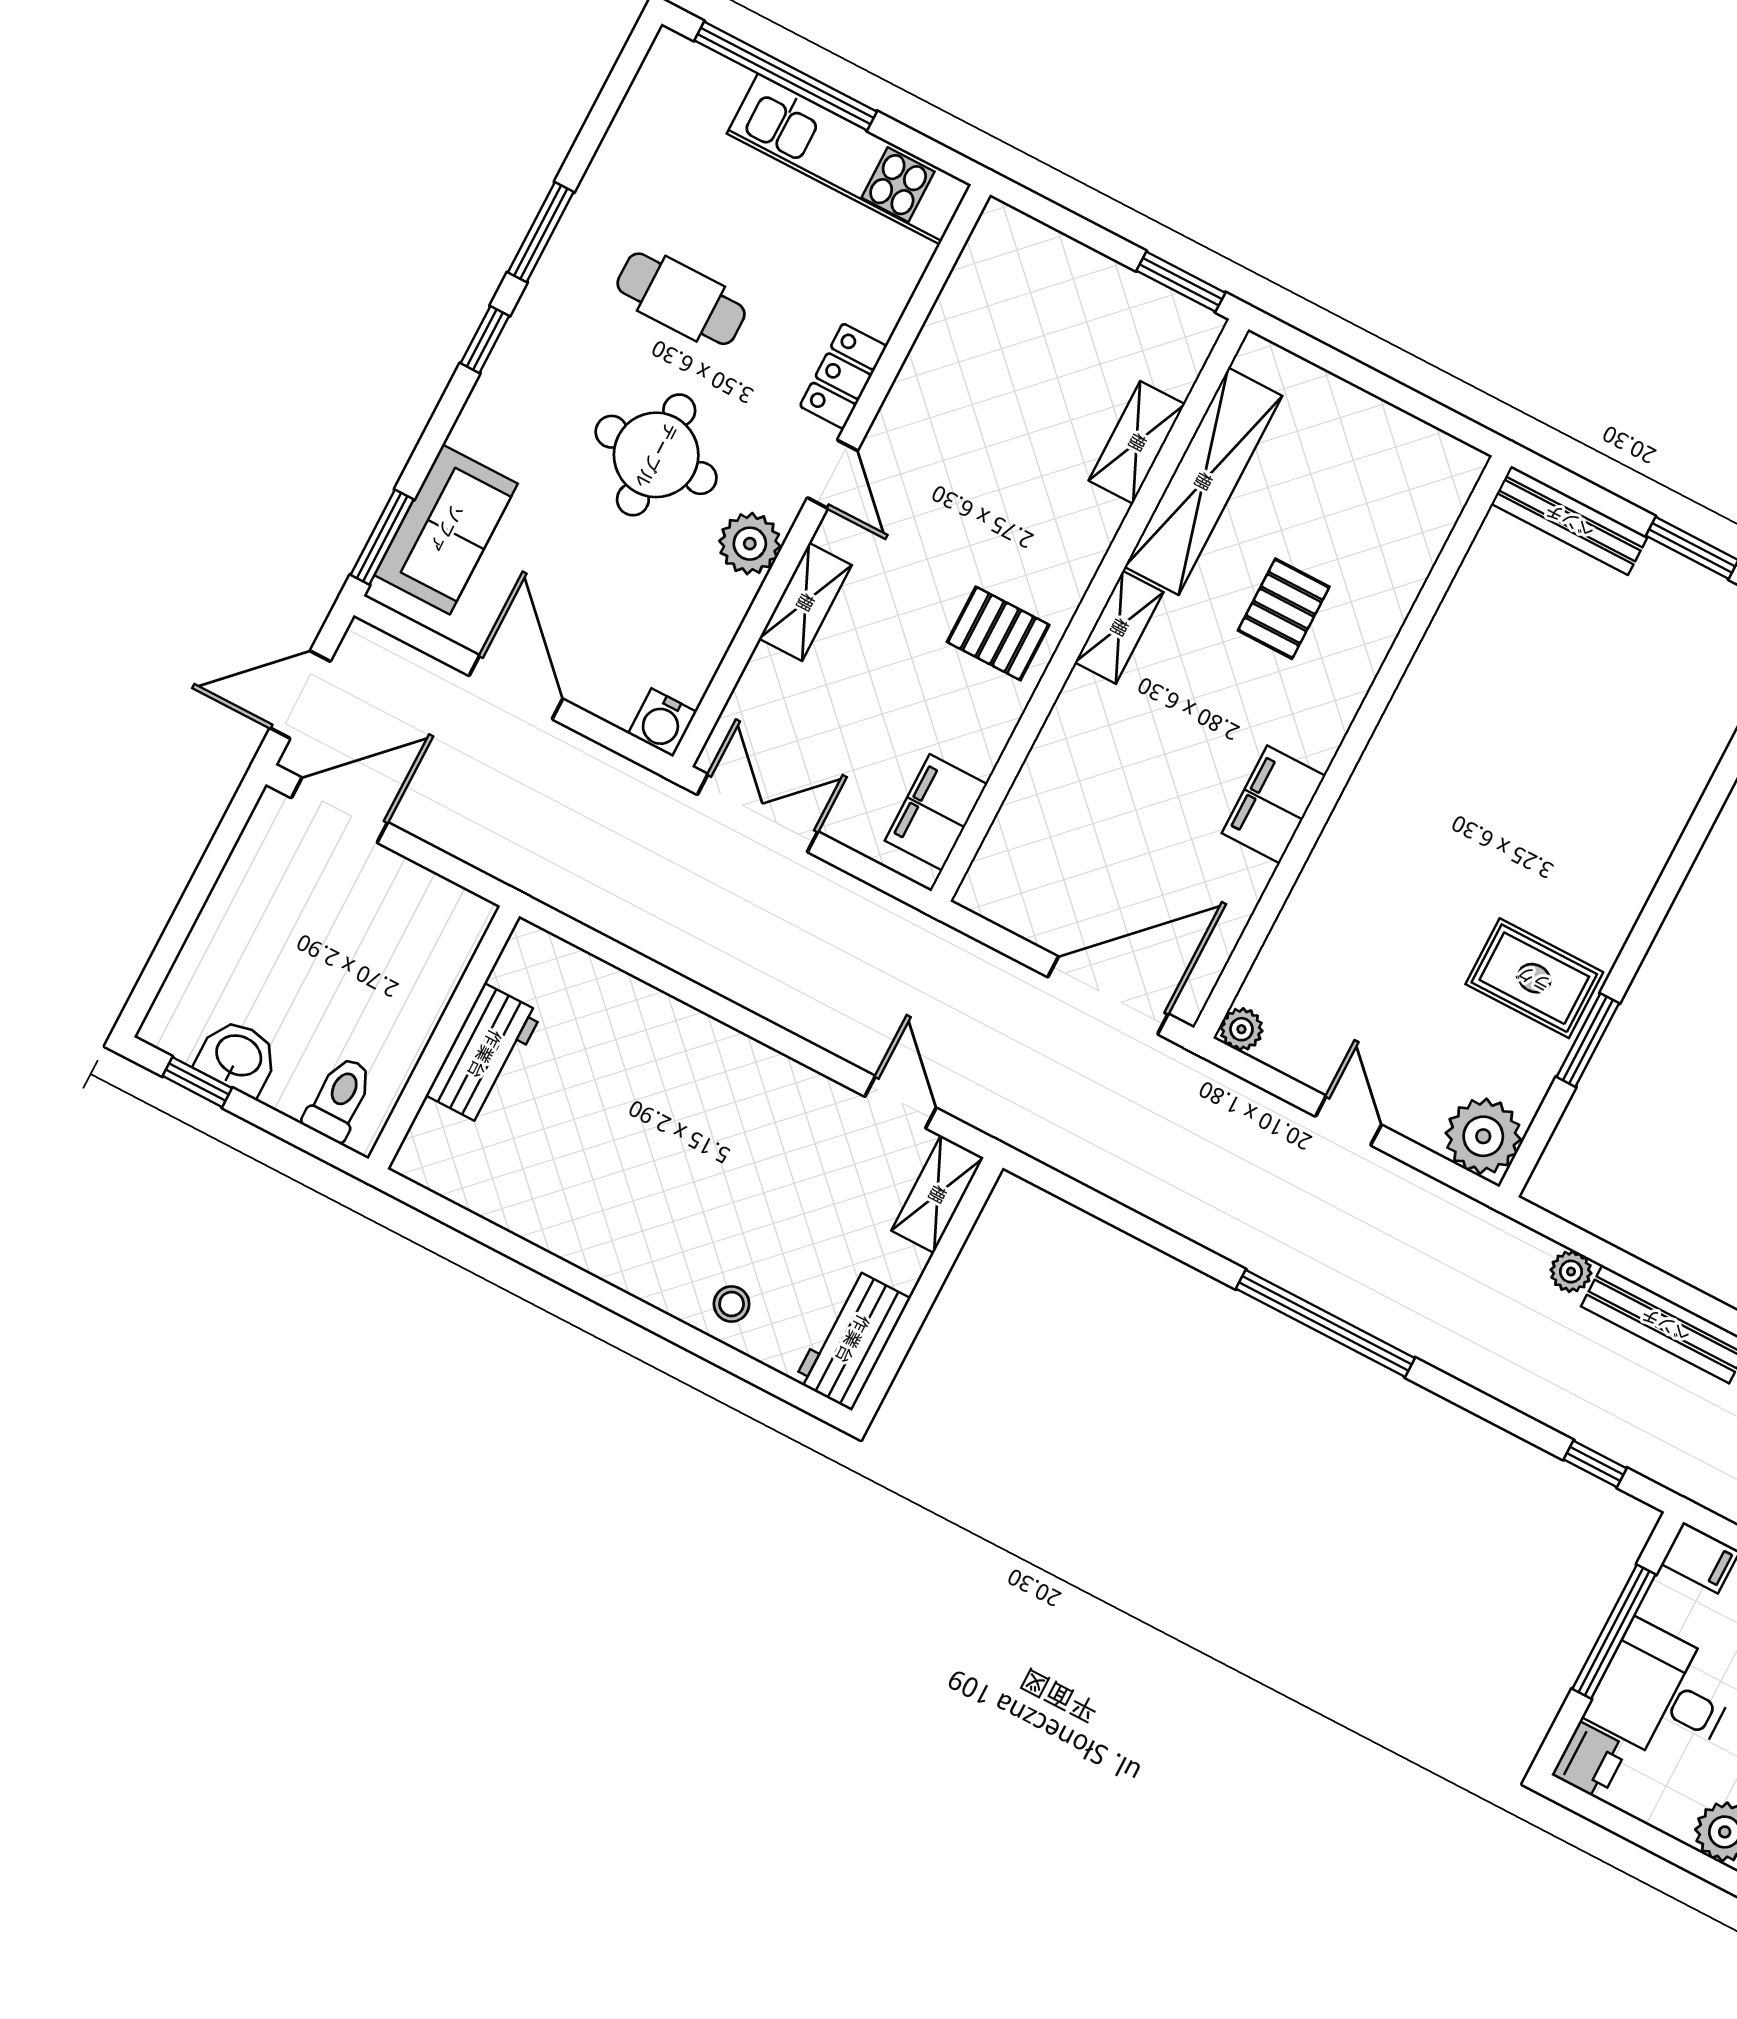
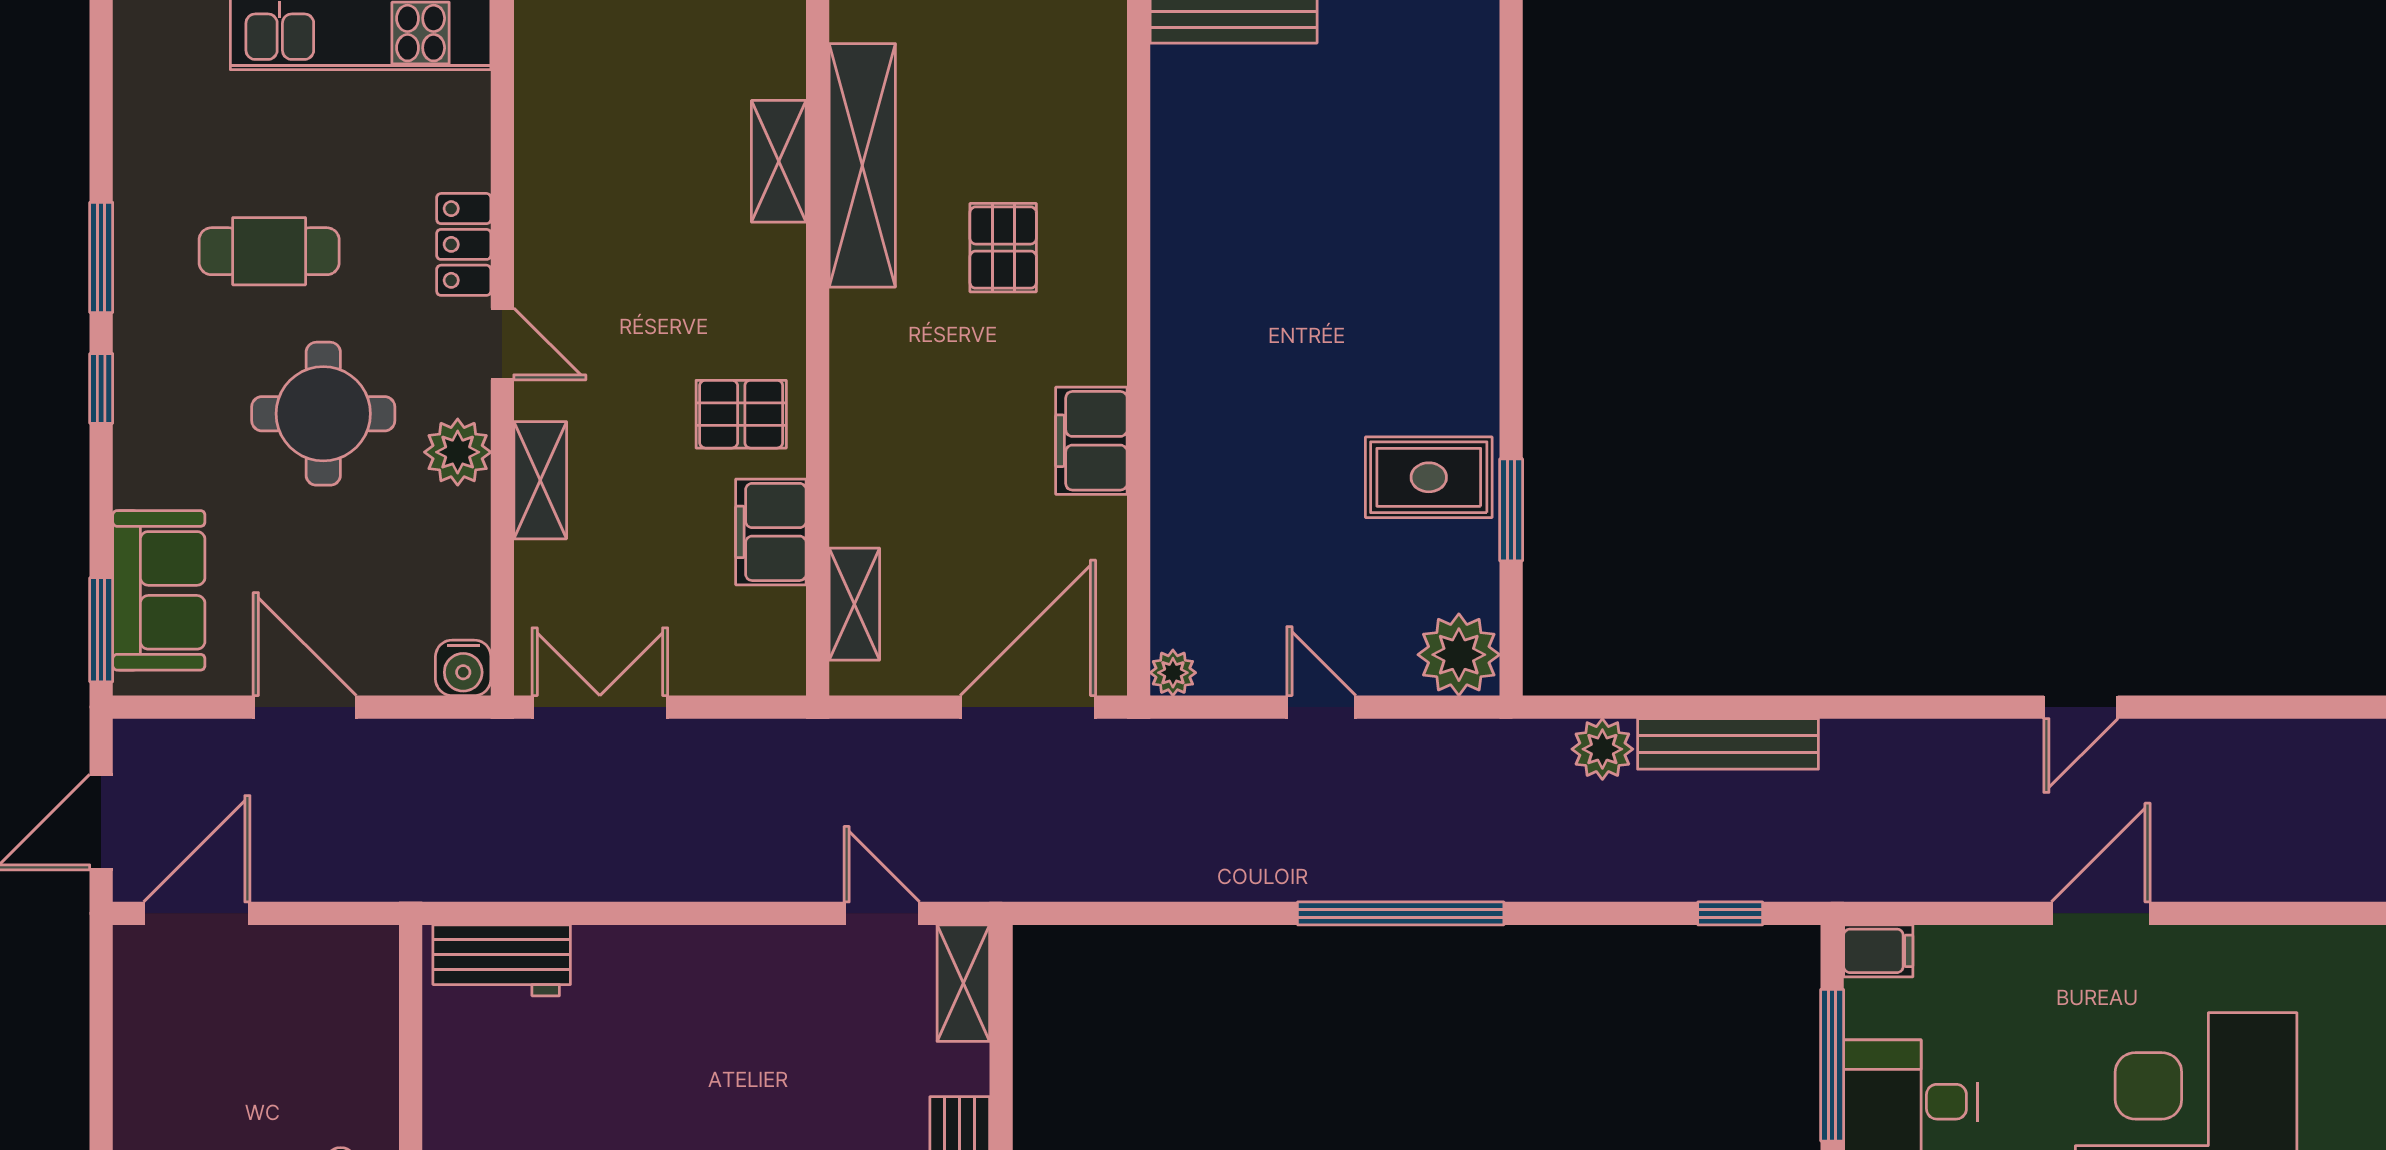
shelving: (1119, 627) -> (854, 604), moved
filing cabinet: (936, 812) -> (771, 532), moved
workbench: (484, 1054) -> (502, 960), moved, turned 90
plant: (1571, 1272) -> (1602, 749), width x1.38, depth x1.38

